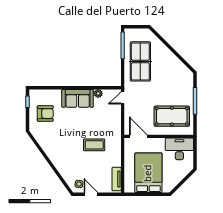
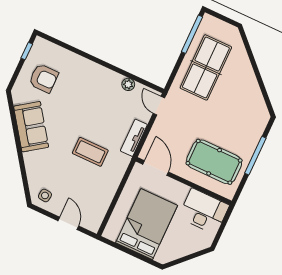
sofa: (78, 98) -> (31, 127), moved, turned -125
door: (123, 98) -> (159, 106), hinge flipped
tv unit: (117, 179) -> (134, 138), moved
door: (91, 194) -> (68, 223), moved

